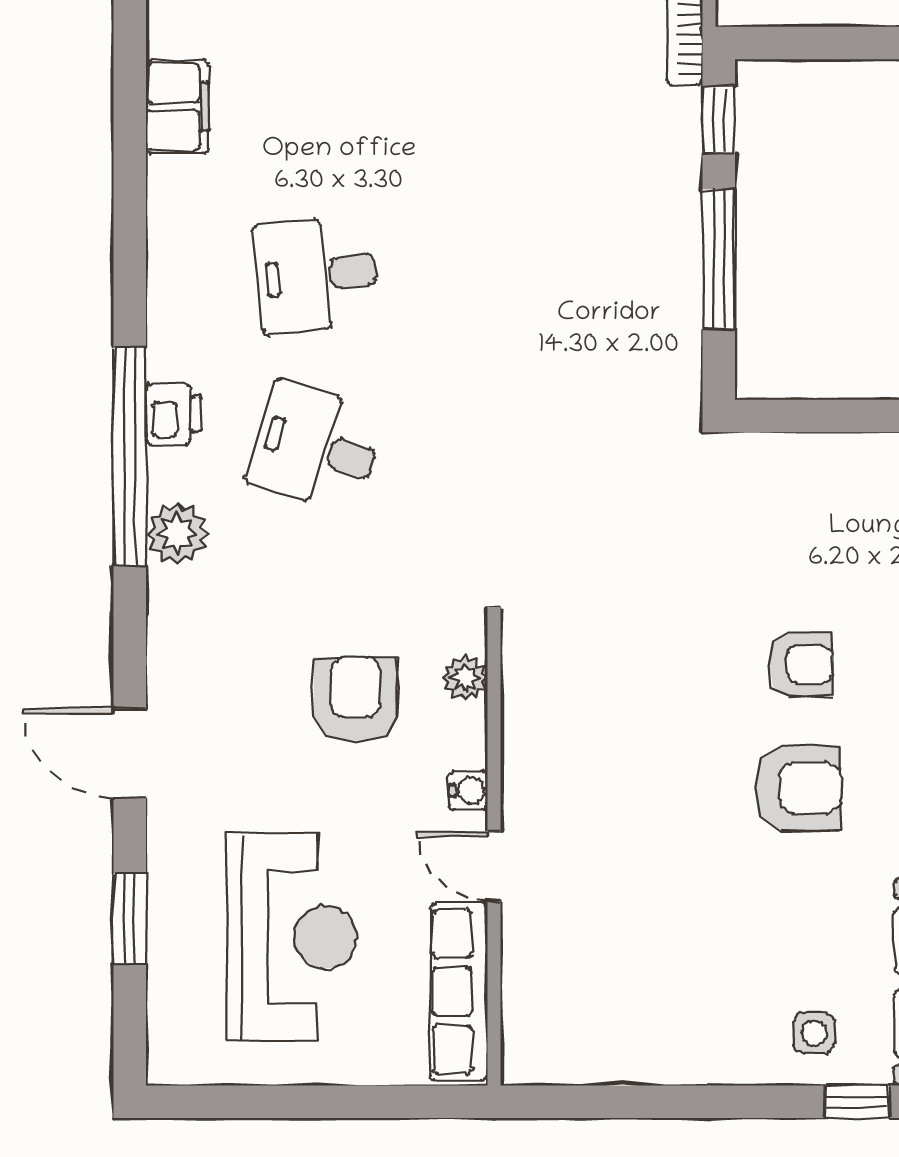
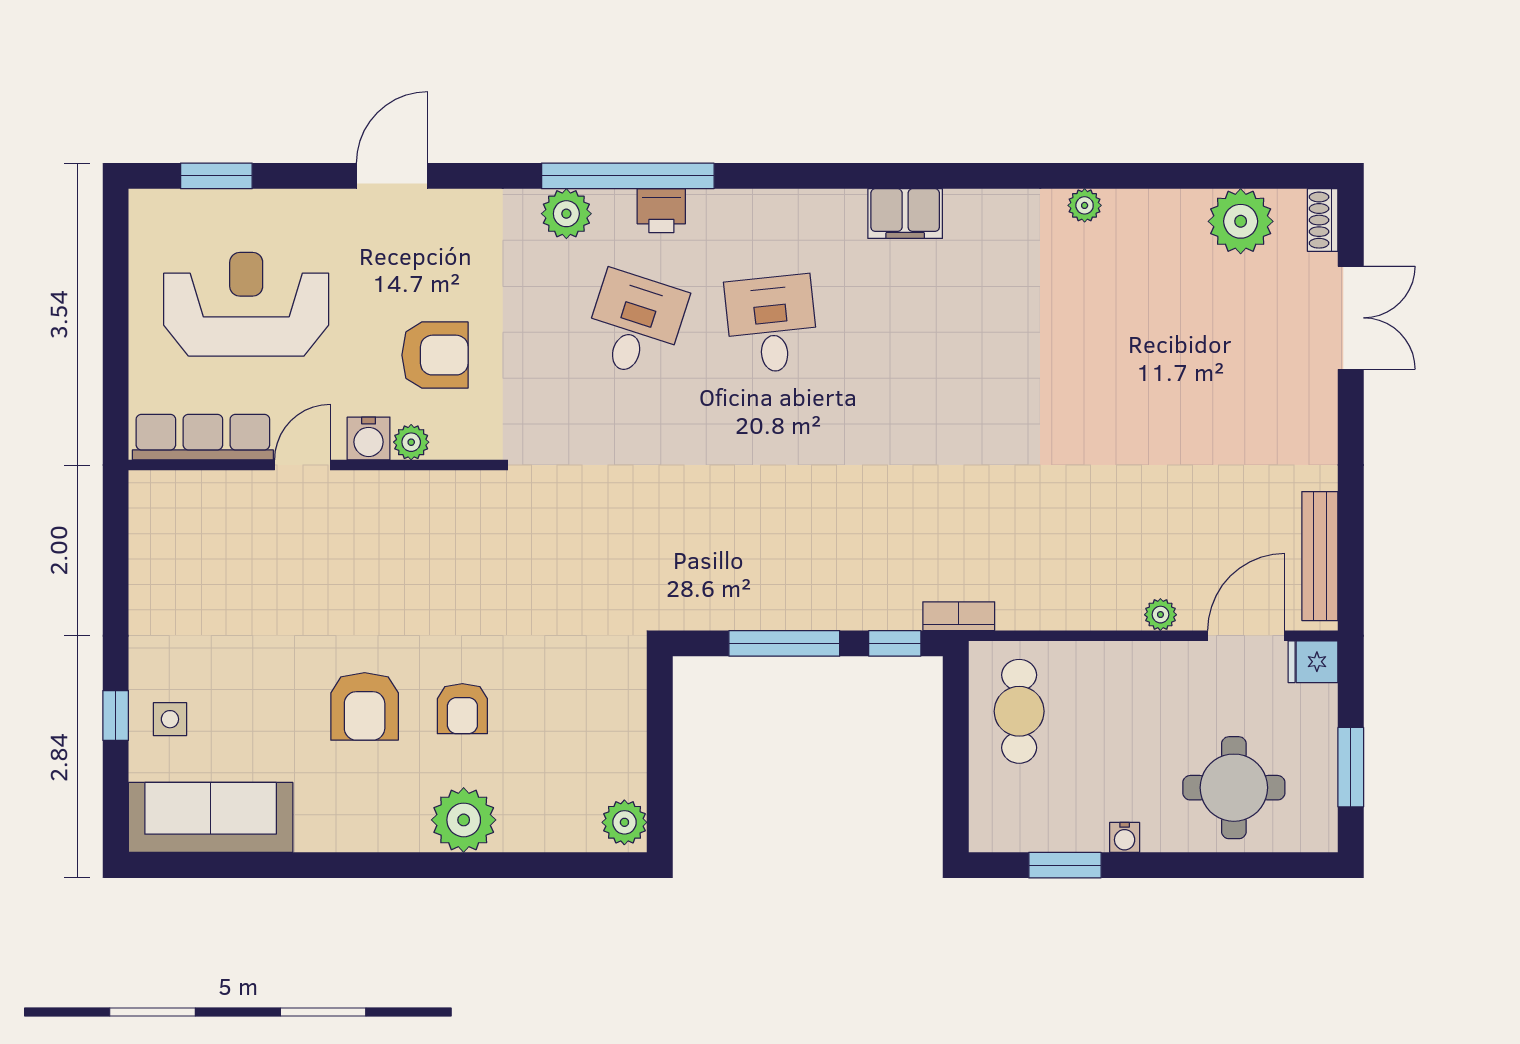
plant: (465, 678) -> (411, 442), moved
water cooler: (468, 790) -> (369, 439), width x1.38, depth x1.38
window: (130, 918) -> (216, 176), moved
reception desk: (292, 937) -> (246, 304), turned 180
window: (857, 1102) -> (116, 716), moved

